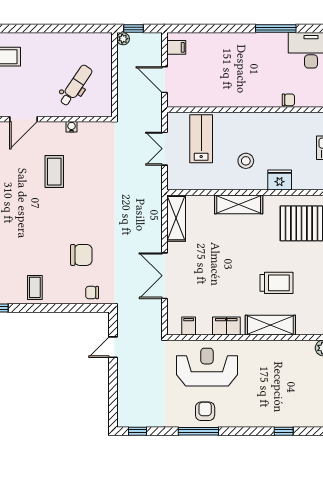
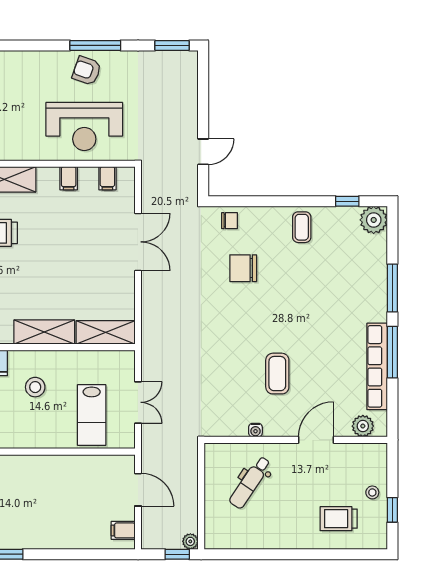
shelving: (176, 218) -> (106, 332), moved, turned 90
filing cabinet: (226, 326) -> (69, 178), width x0.50
armchair: (205, 411) -> (87, 71), turned 109
window: (138, 431) -> (172, 45), width x1.50

